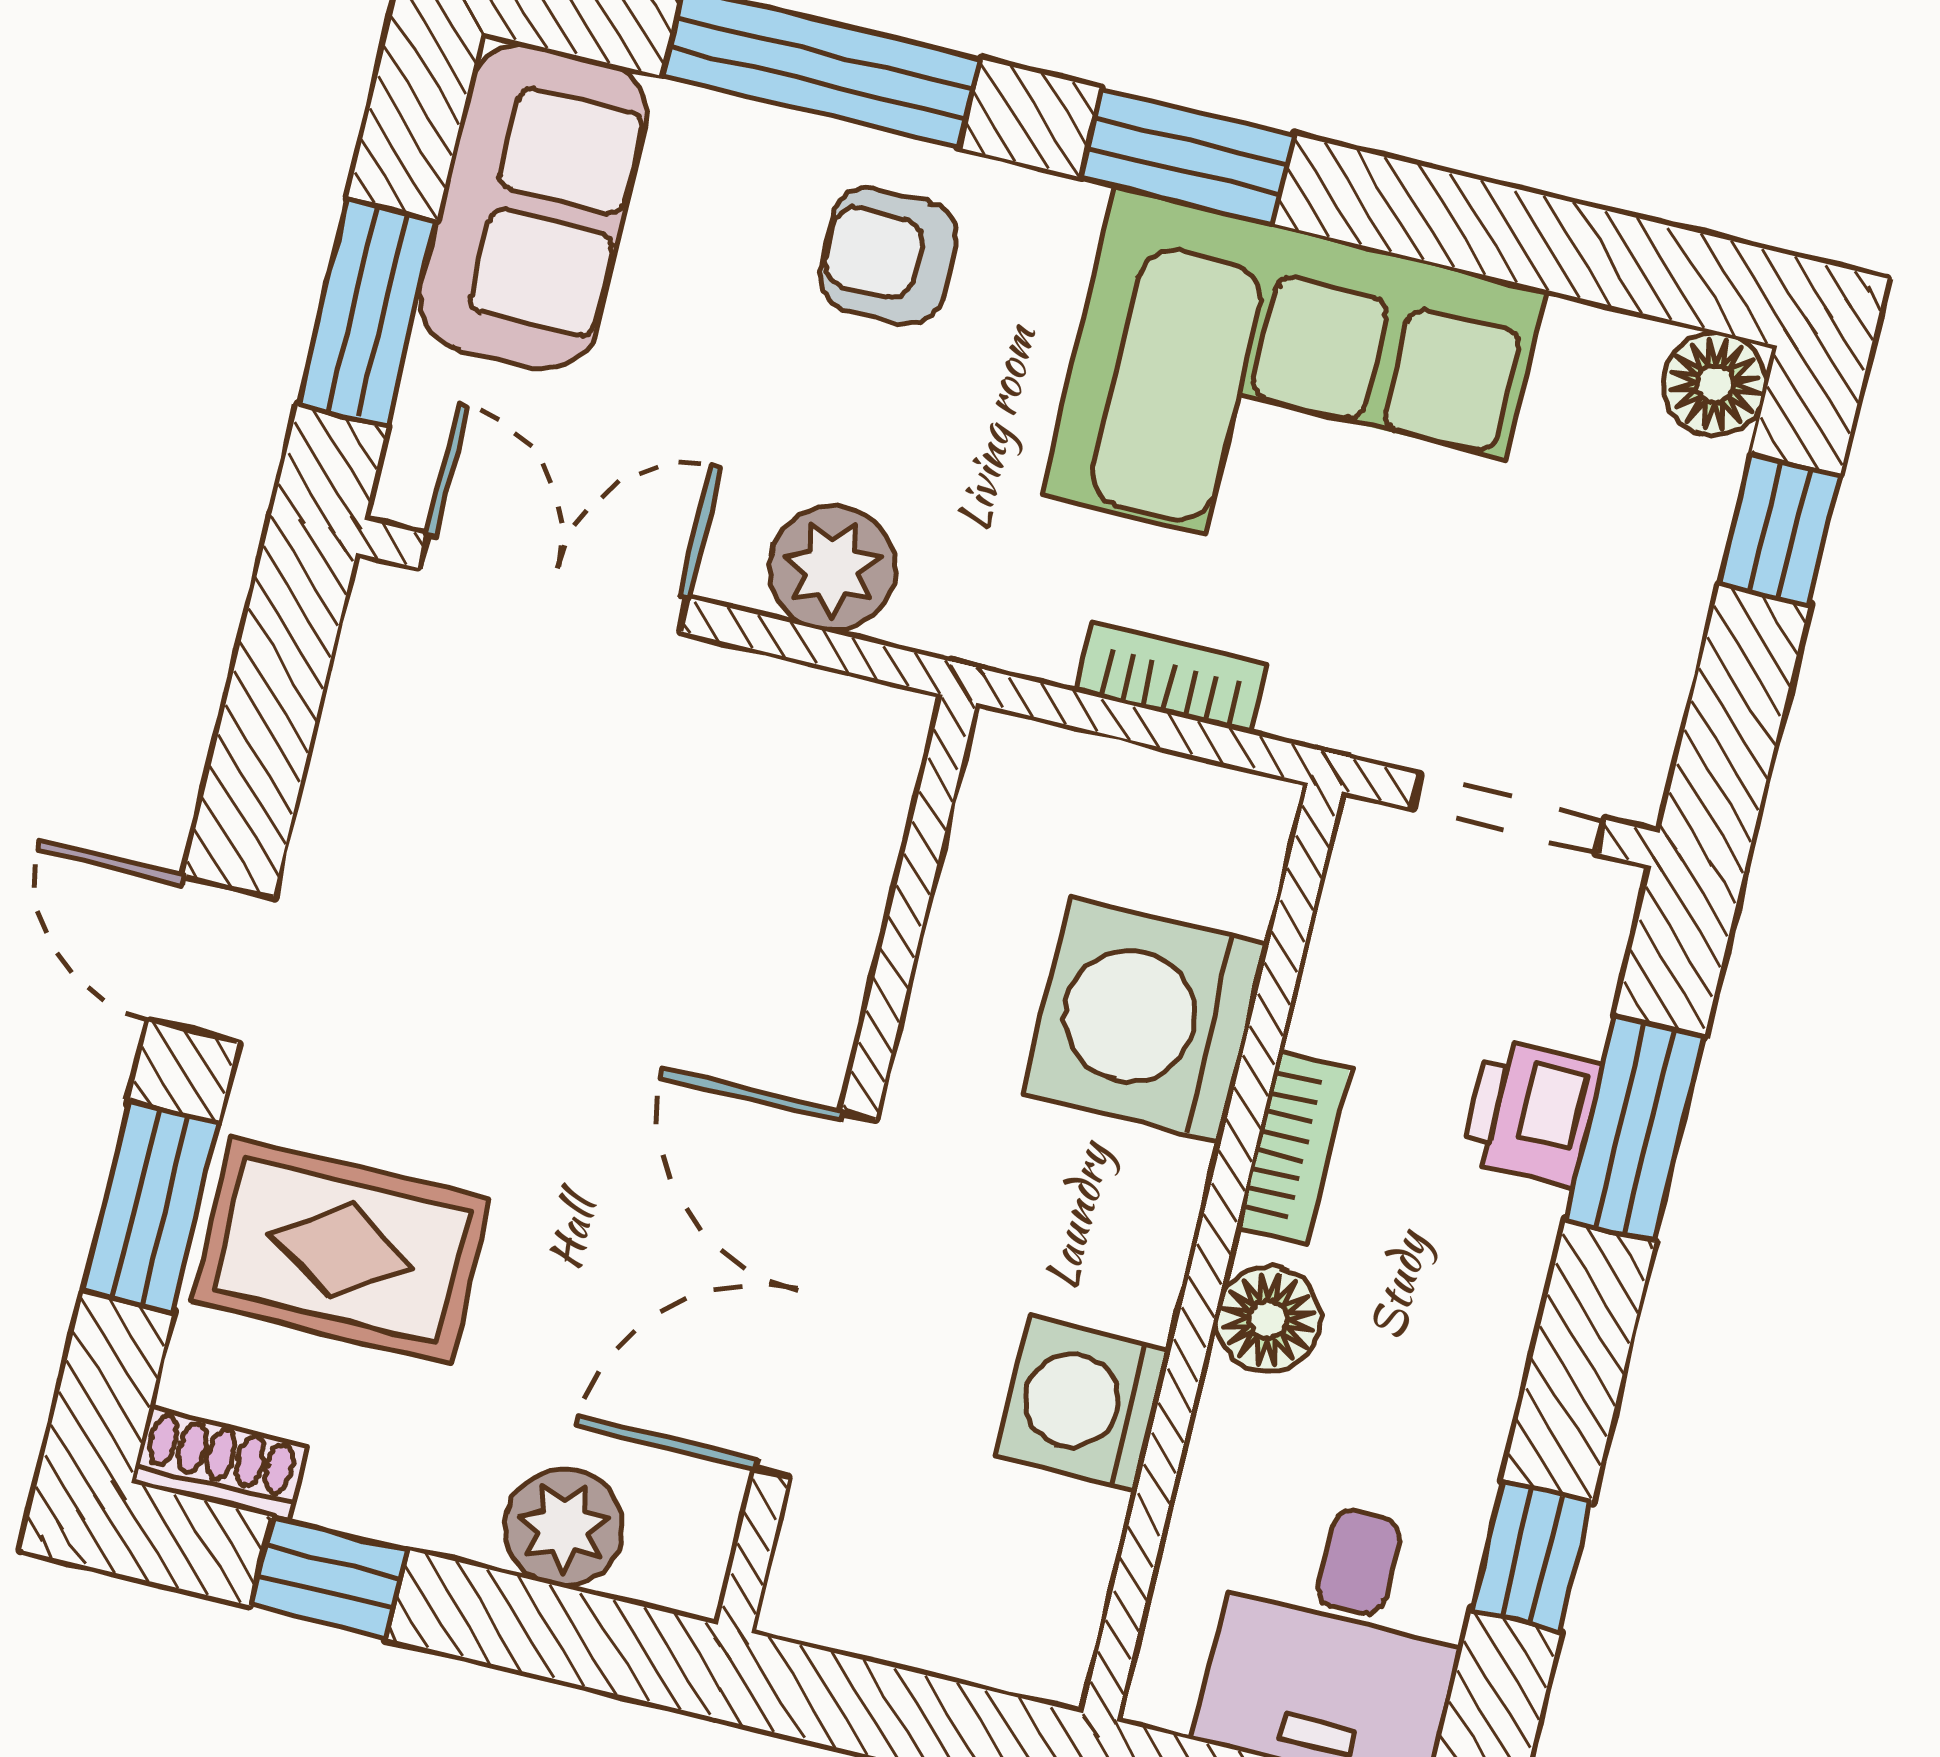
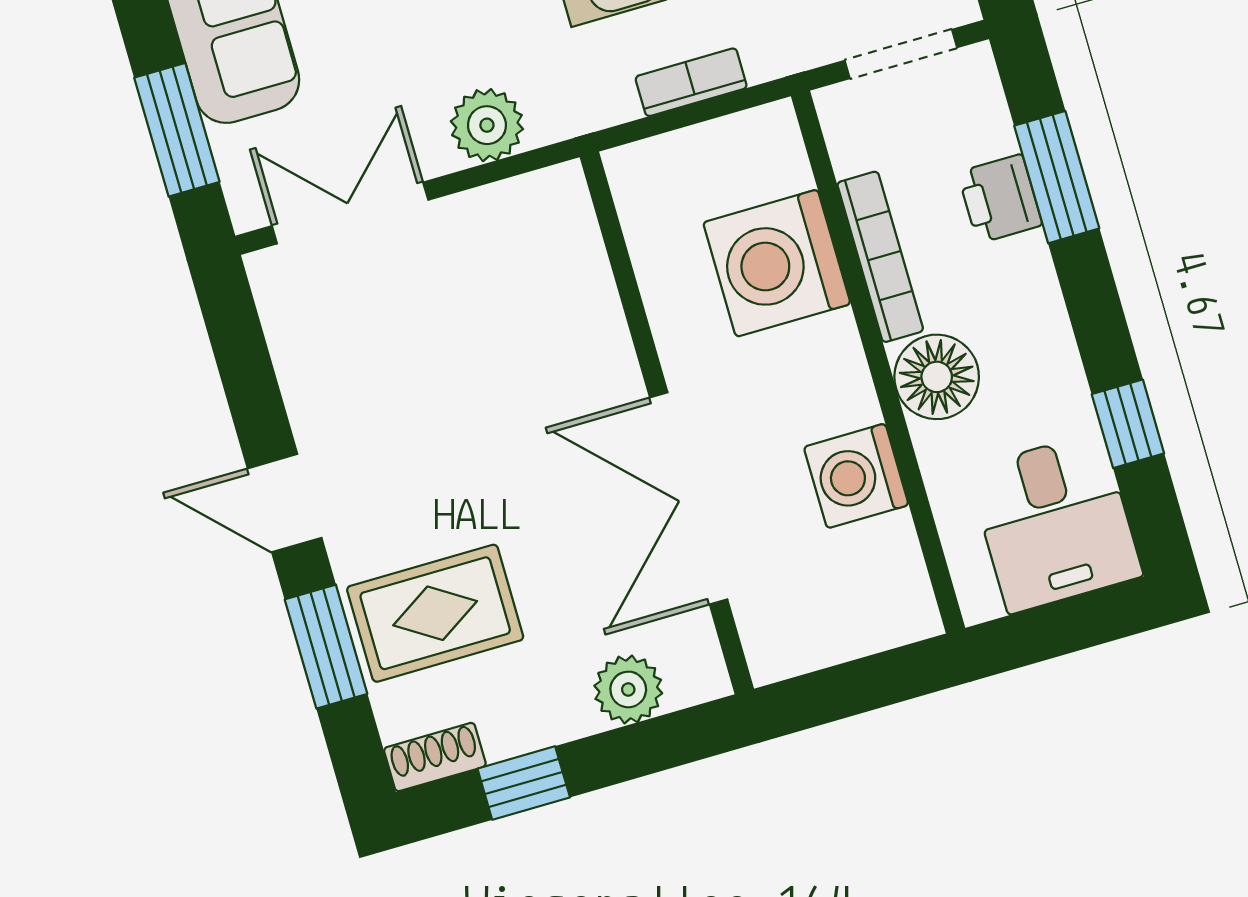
bookcase: (1293, 1148) -> (880, 257), width x1.56
floor lamp: (1268, 1319) -> (937, 377), width x1.38, depth x1.38

